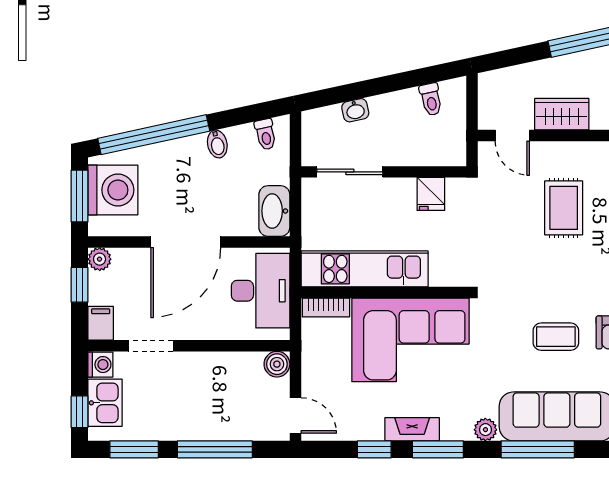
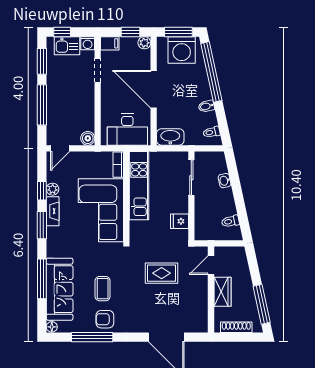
rug: (564, 208) -> (162, 273), moved
plant: (485, 430) -> (53, 189), moved

